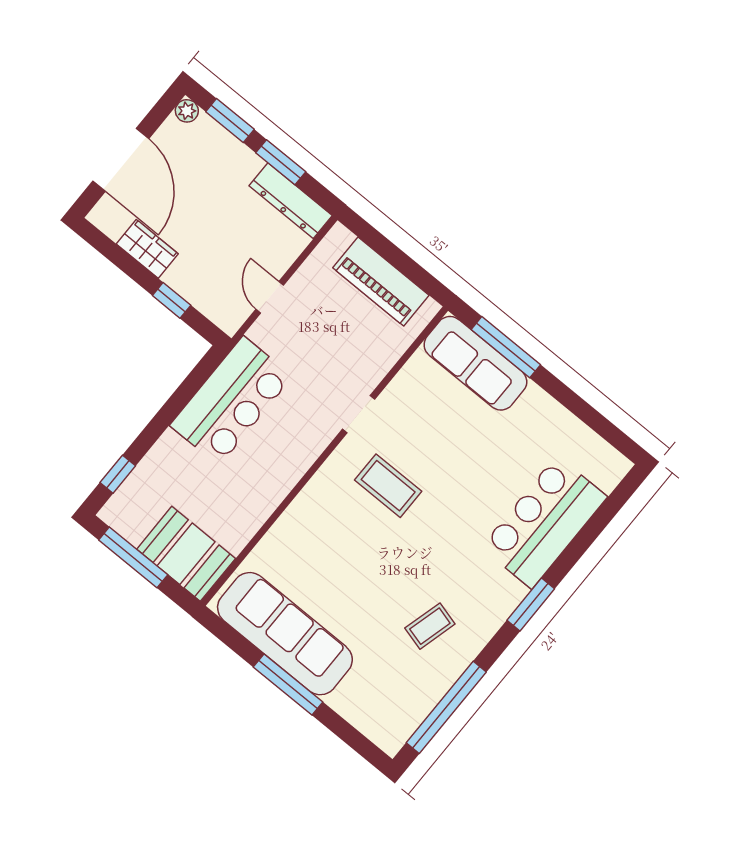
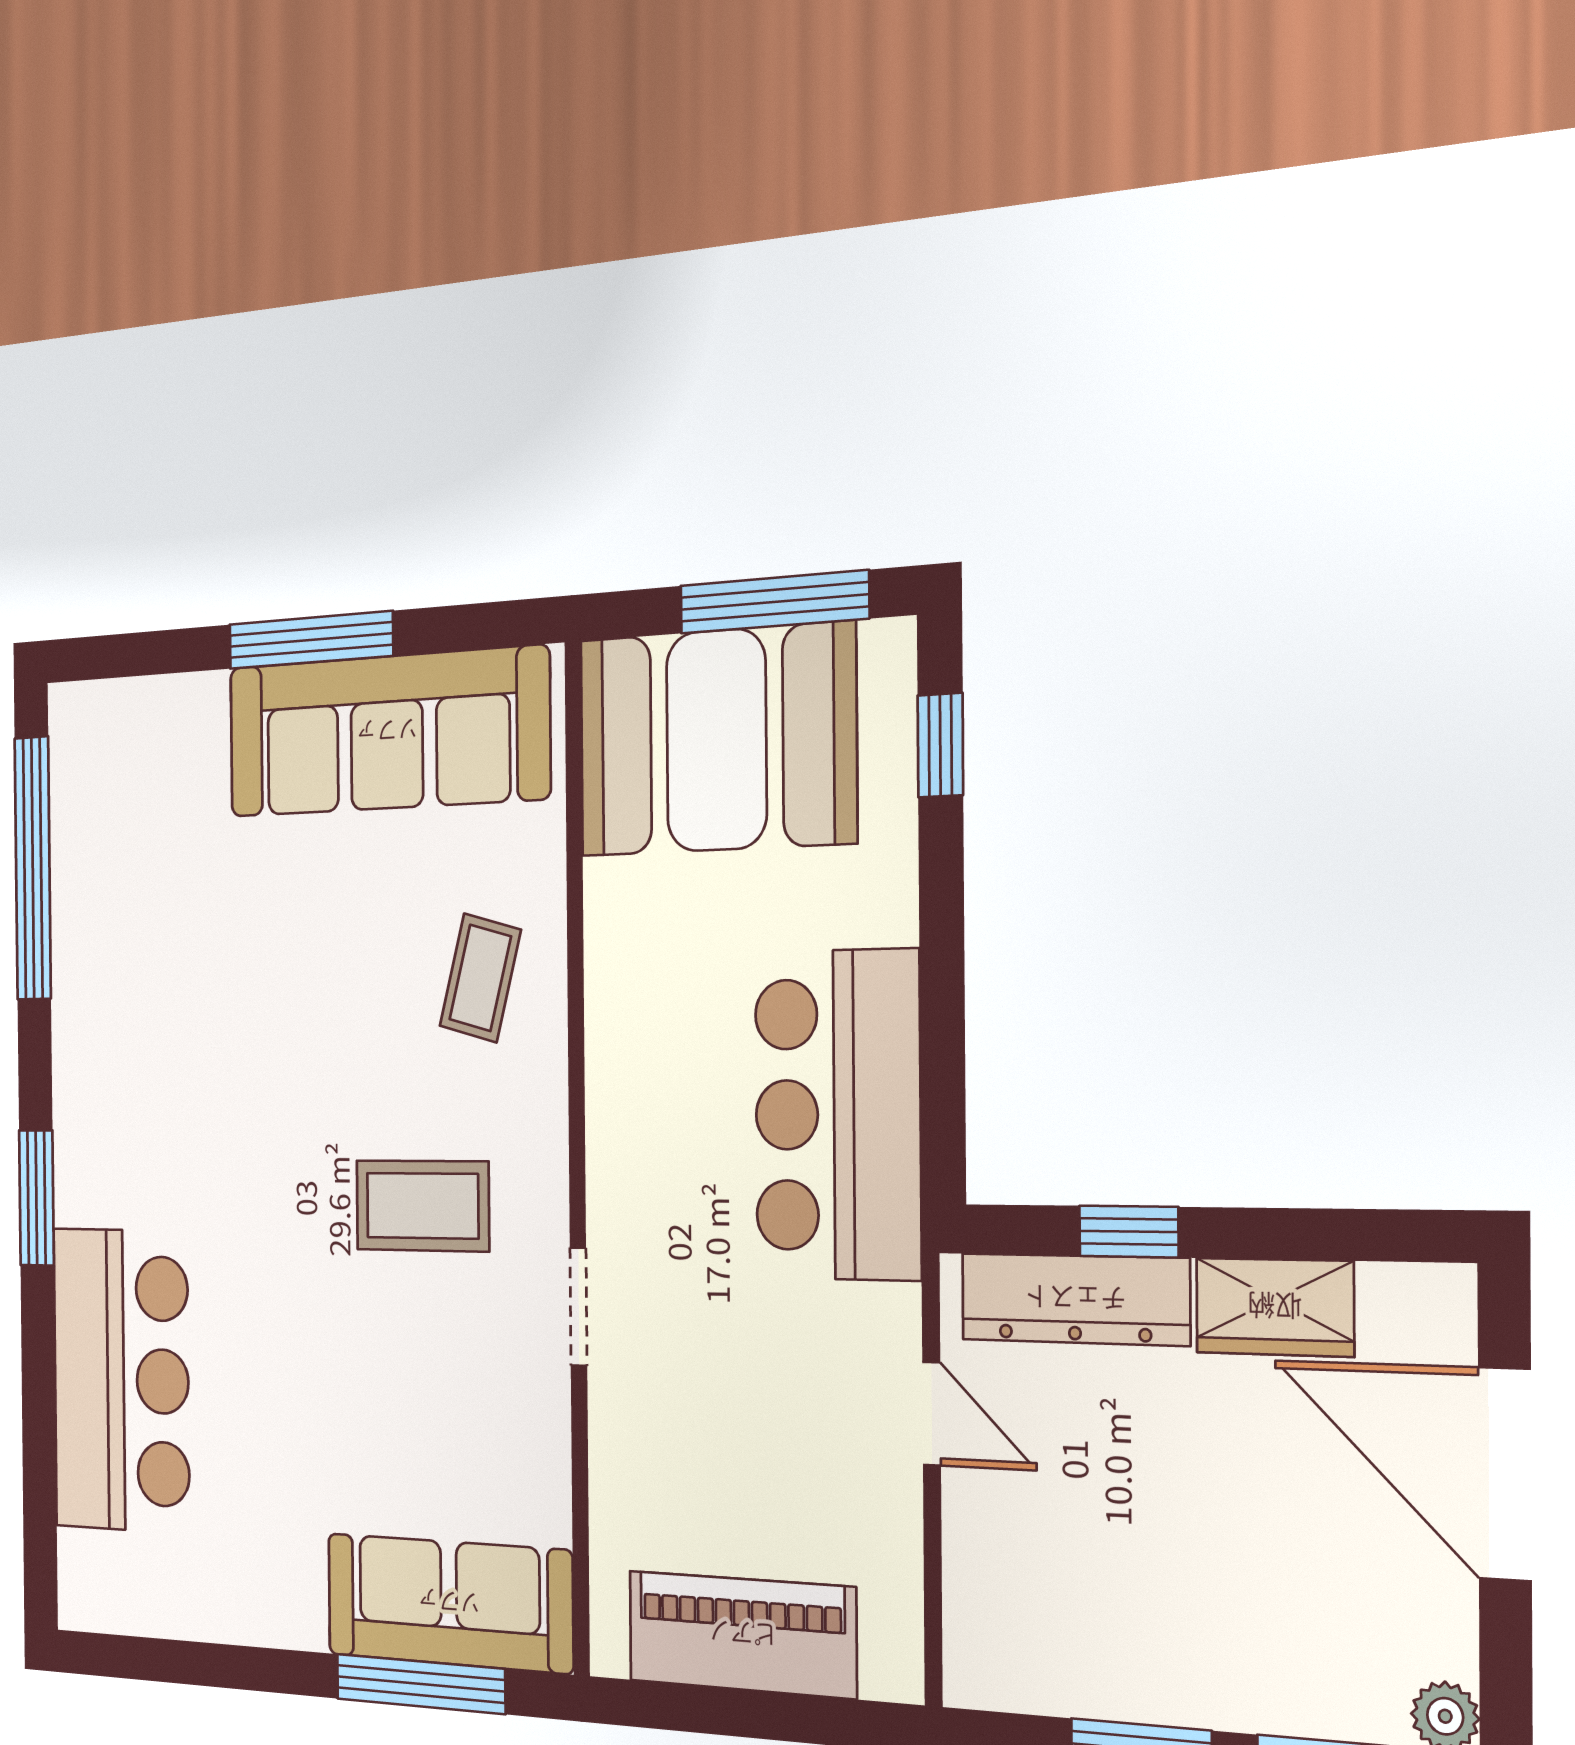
dresser: (291, 201) -> (1075, 1299), moved, turned 180
booth: (186, 554) -> (716, 740), width x1.36, depth x1.42
coffee table: (430, 626) -> (480, 978), moved

